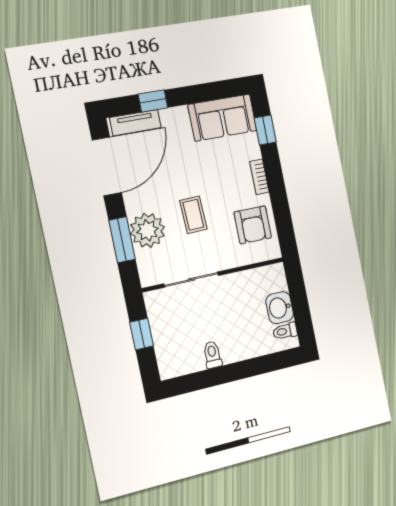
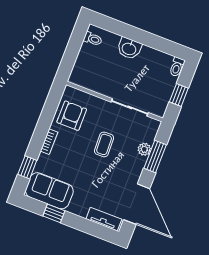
window: (153, 101) -> (54, 213), moved
door: (107, 166) -> (137, 204), swing flipped
plant: (147, 230) -> (144, 149), width x0.53, depth x0.53
washbasin: (280, 308) -> (129, 48), moved, turned 90
toilet: (212, 355) -> (177, 67), moved

